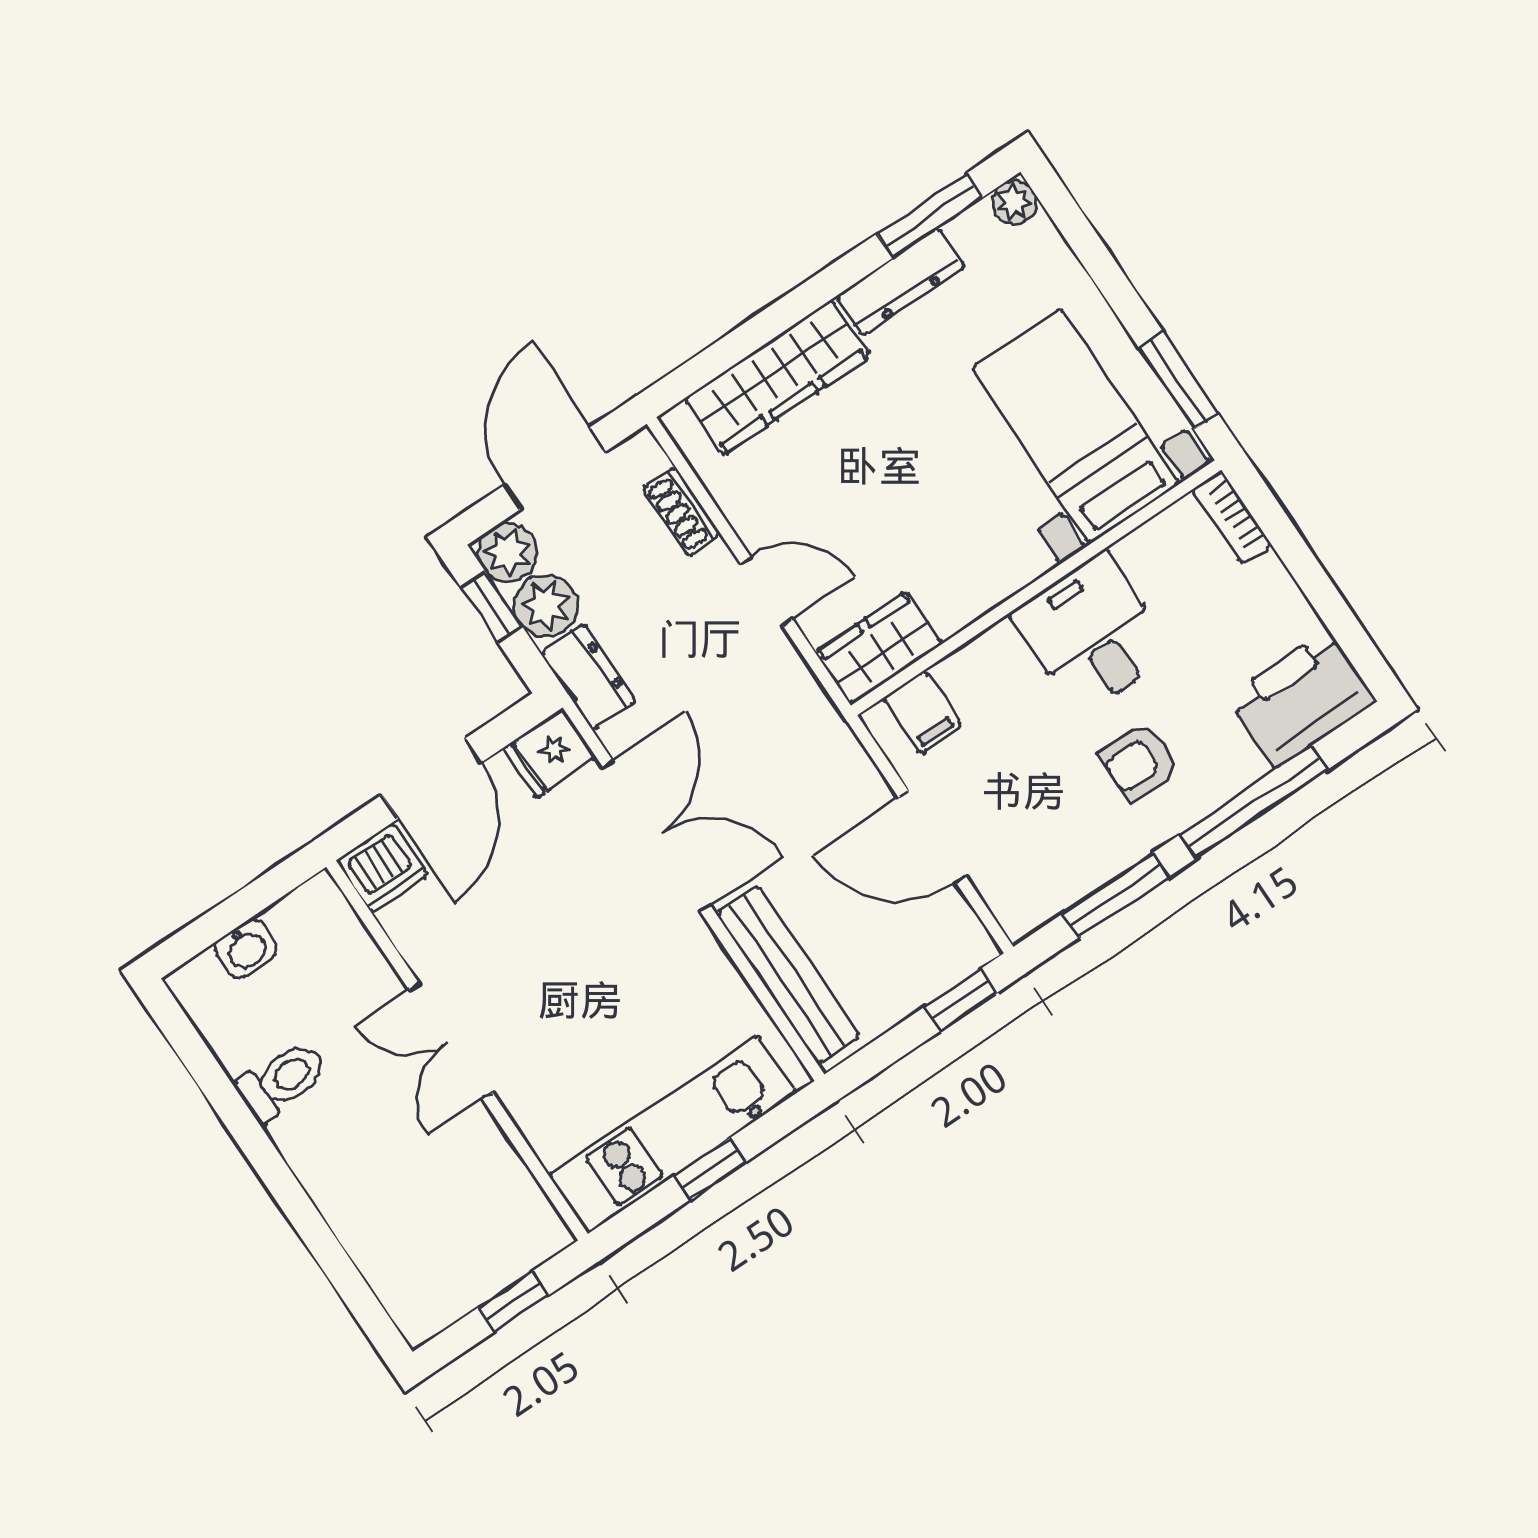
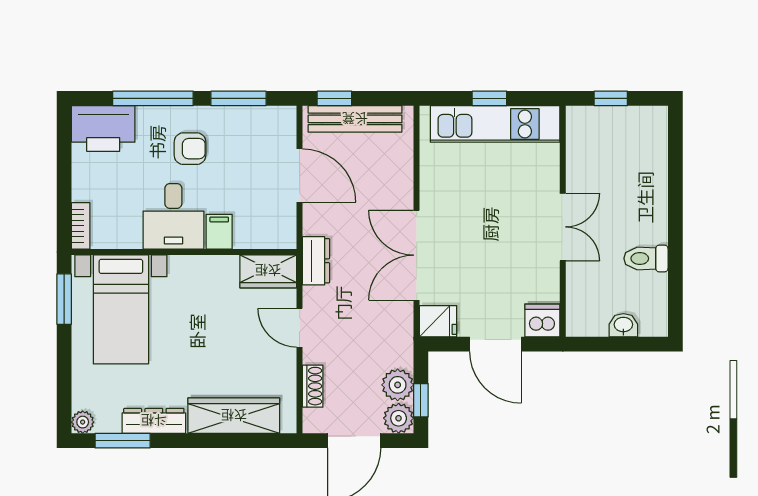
dresser: (588, 677) -> (316, 261), moved, turned 180
filing cabinet: (923, 712) -> (219, 232), moved
door: (432, 779) -> (496, 344), swing flipped
bench: (788, 975) -> (355, 119), moved, turned 90

